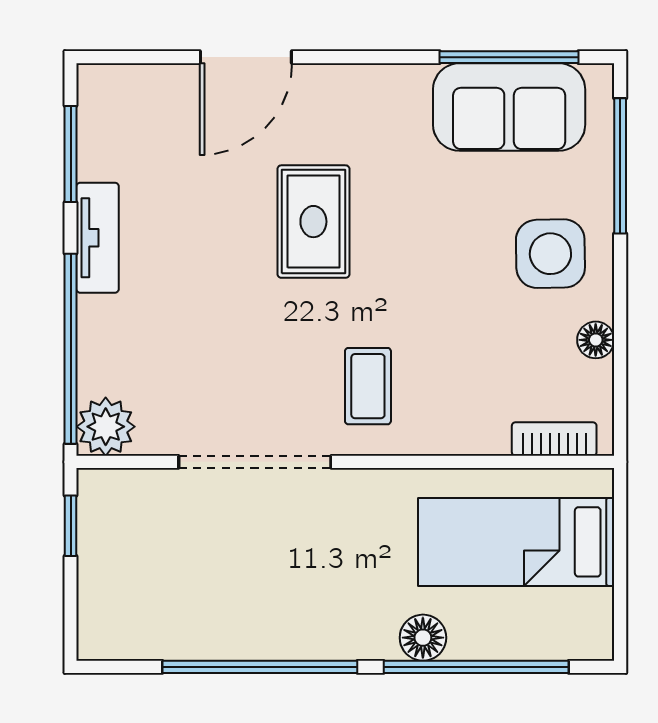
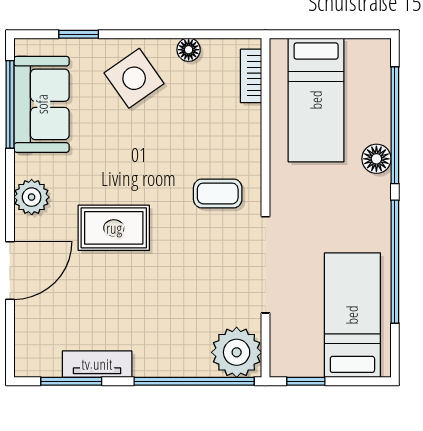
door: (246, 57) -> (10, 271), hinge flipped
plant: (362, 91) -> (32, 197), added
window: (620, 166) -> (79, 34), width x0.46
tv unit: (98, 238) -> (97, 364), moved
side table: (550, 254) -> (134, 78), turned -34
plant: (106, 427) -> (237, 352), width x1.36, depth x1.36
bed: (175, 600) -> (352, 315), added

